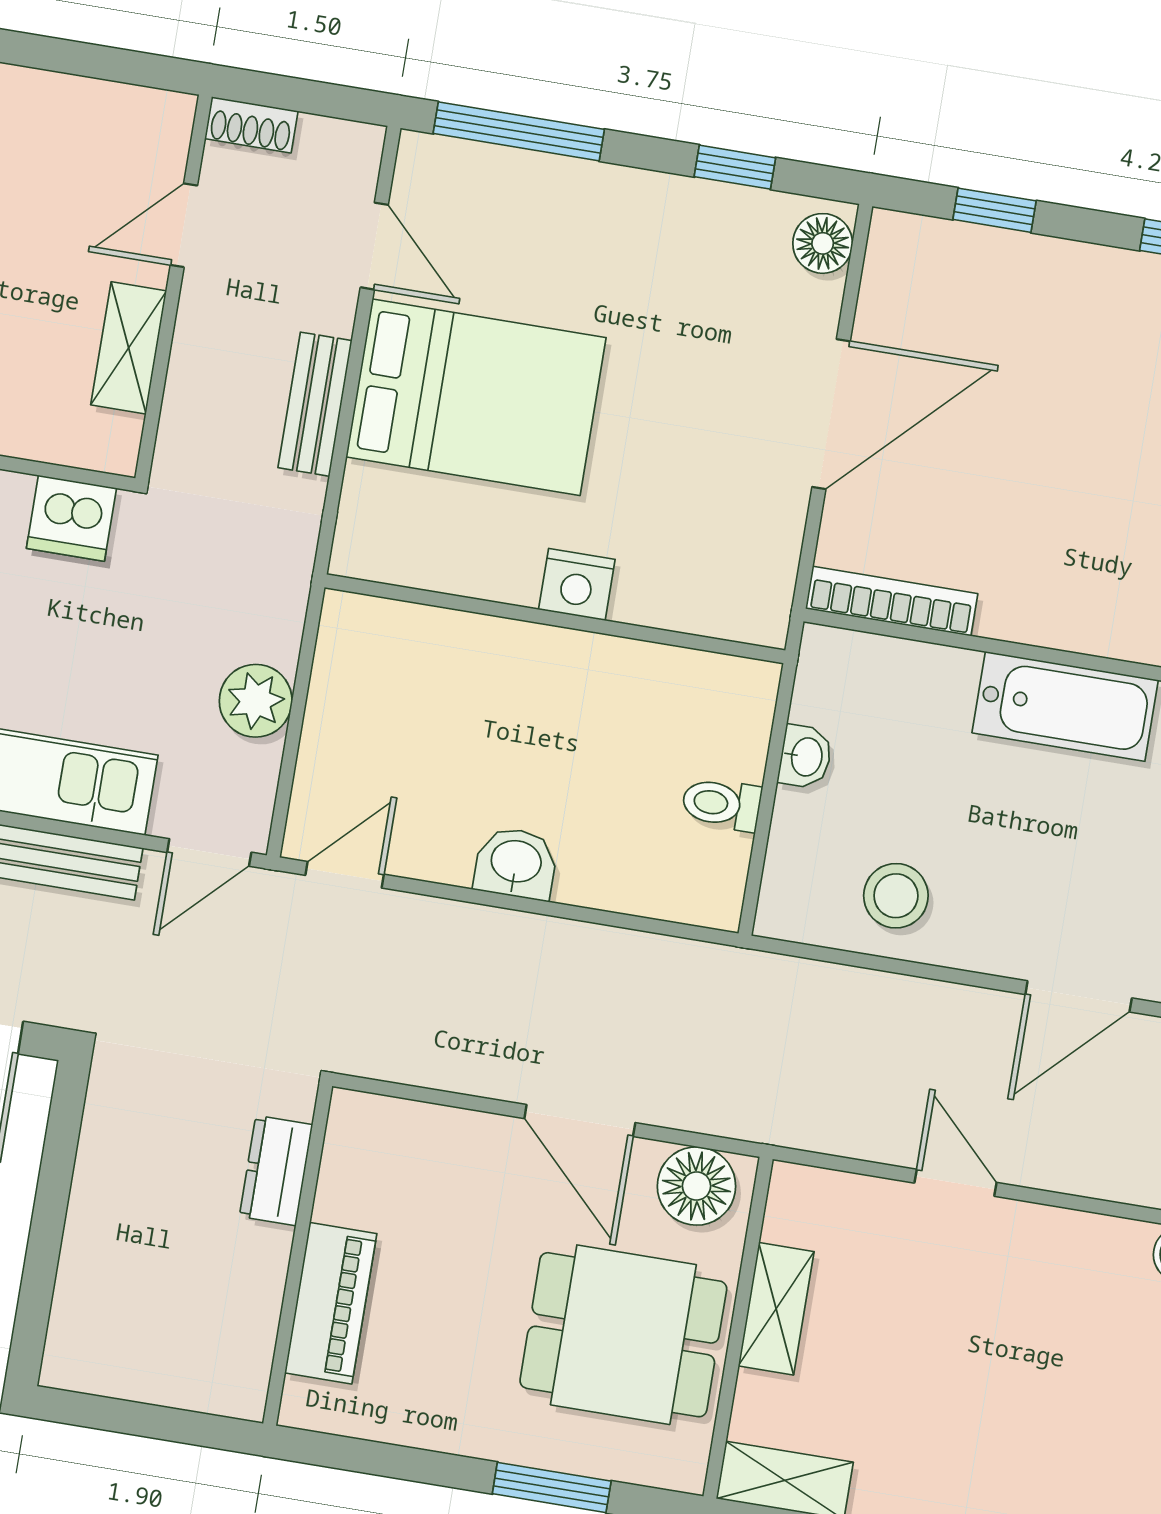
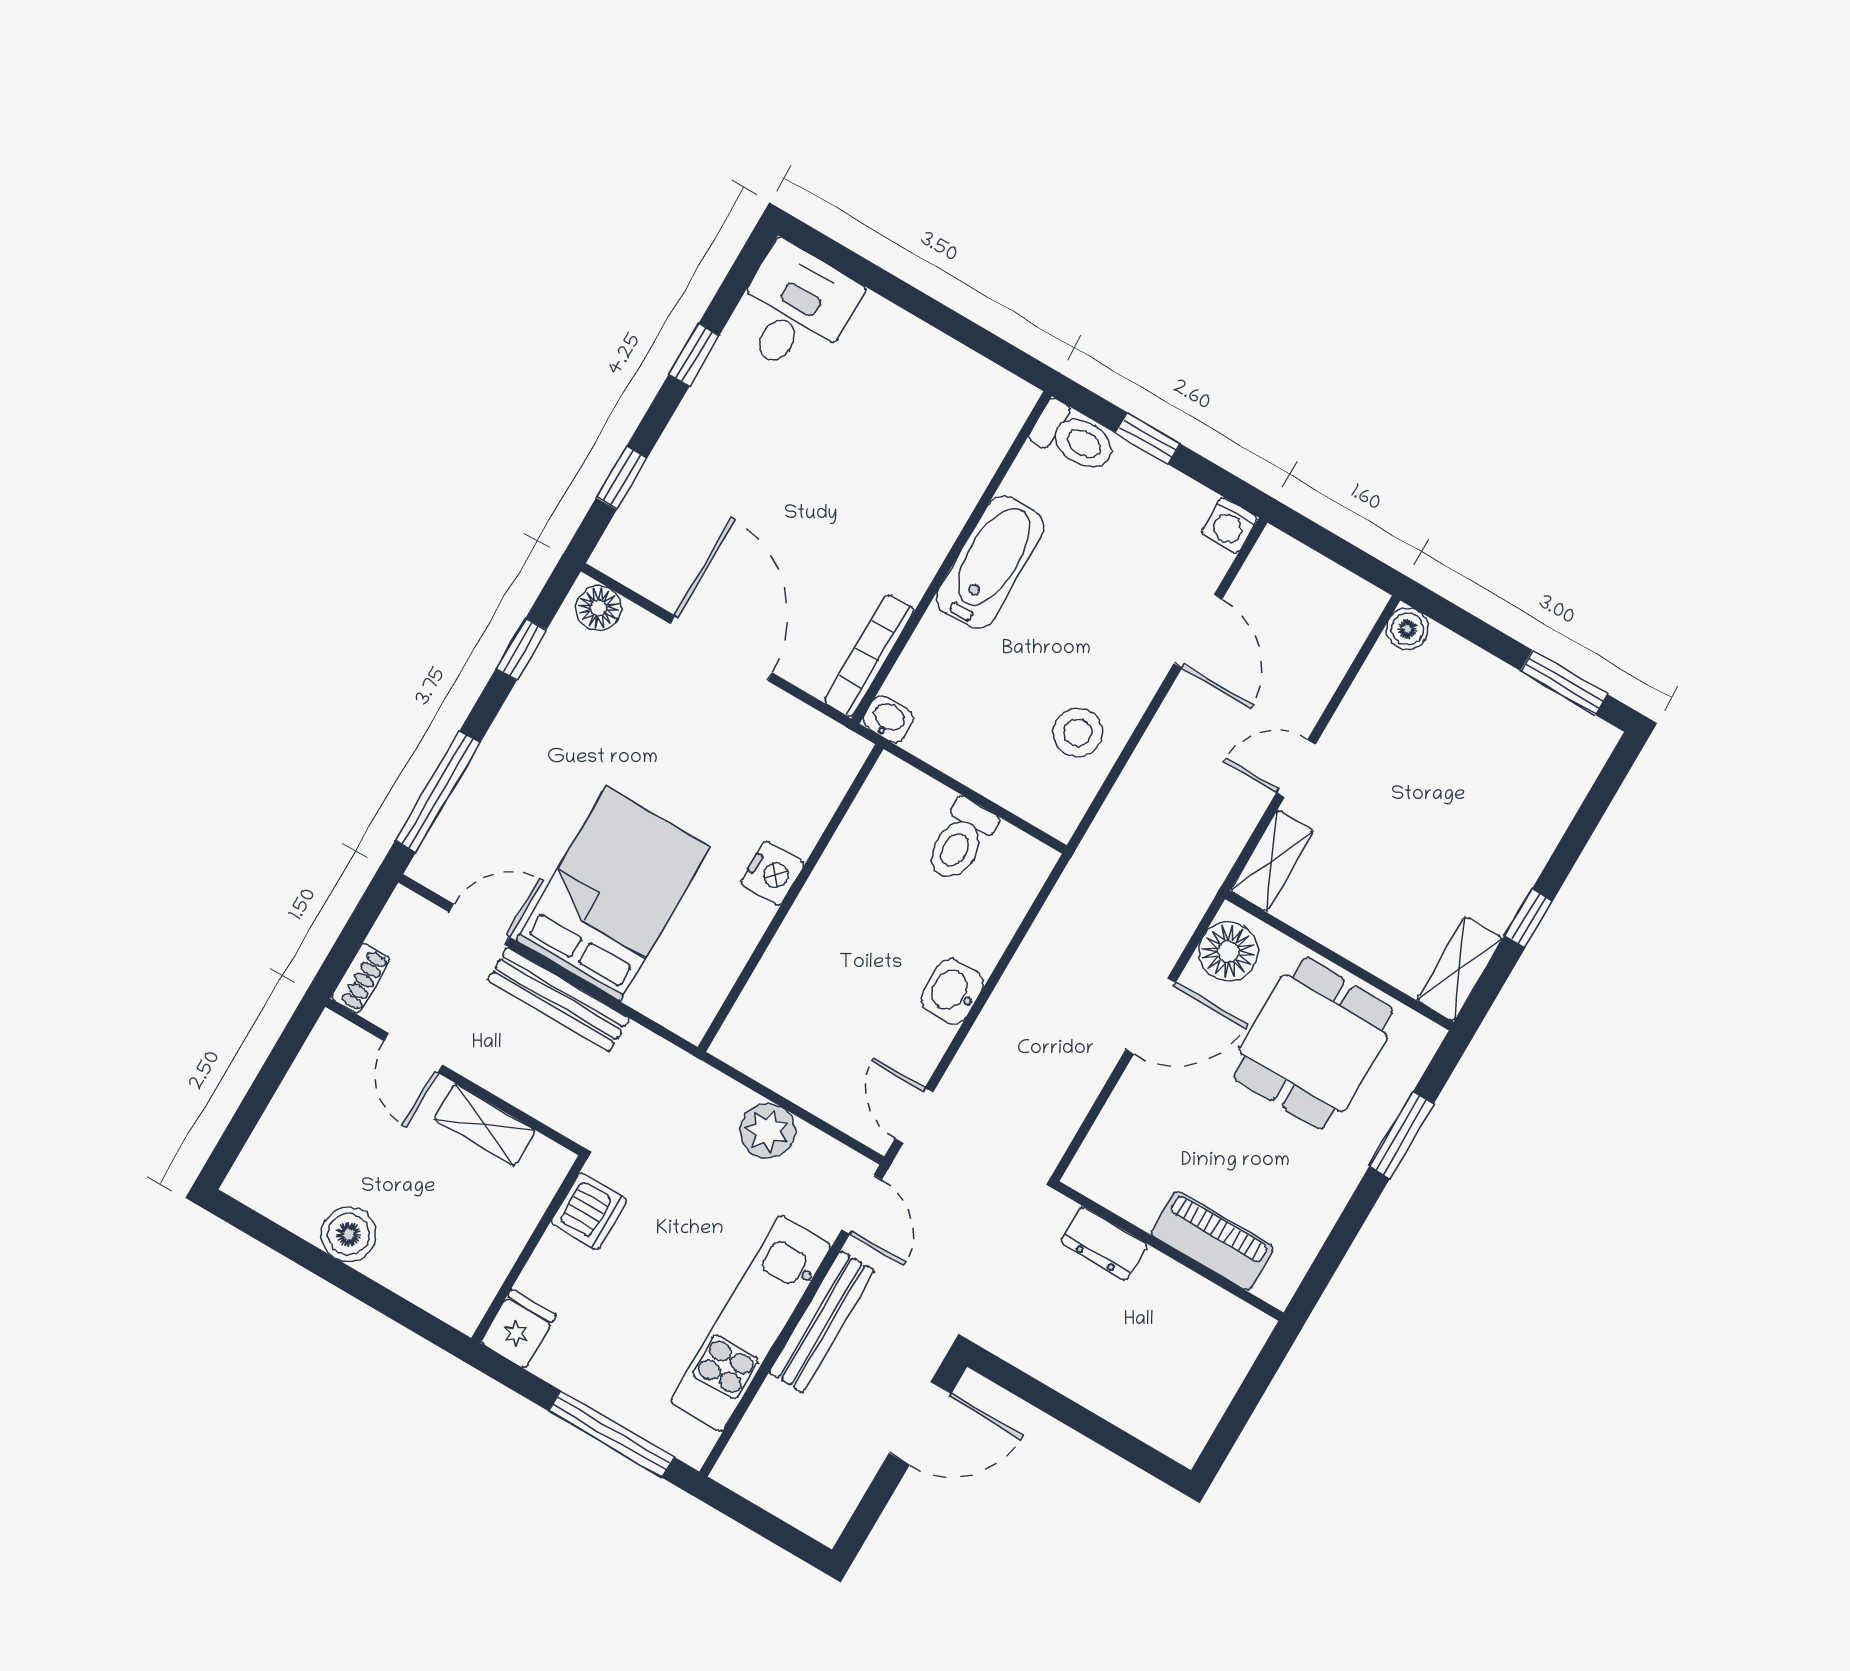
bench: (315, 404) -> (558, 999), width x1.36
washbasin: (805, 757) -> (888, 719), moved
toilet: (721, 804) -> (960, 840), width x1.37, depth x1.39
shelving: (776, 1309) -> (1272, 861), moved, turned 90

